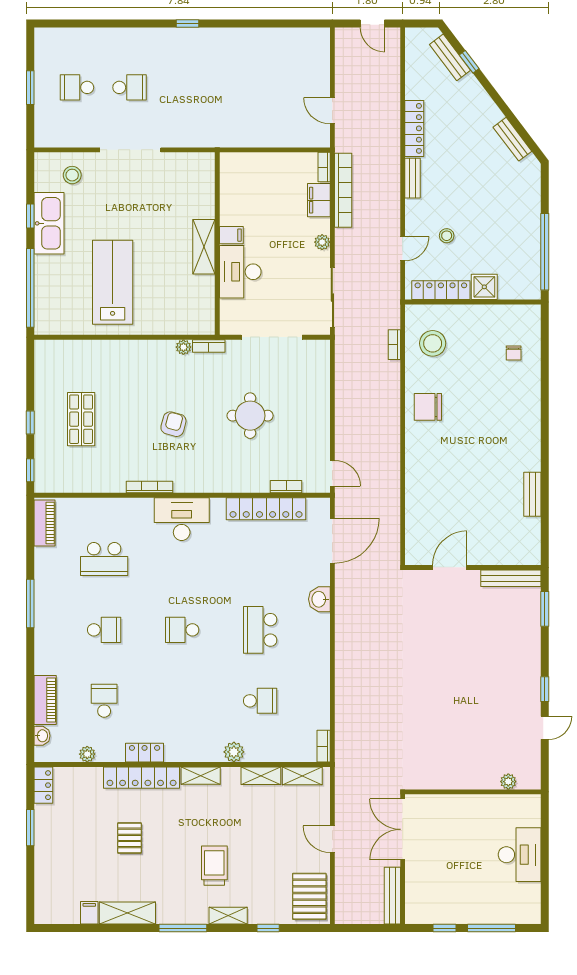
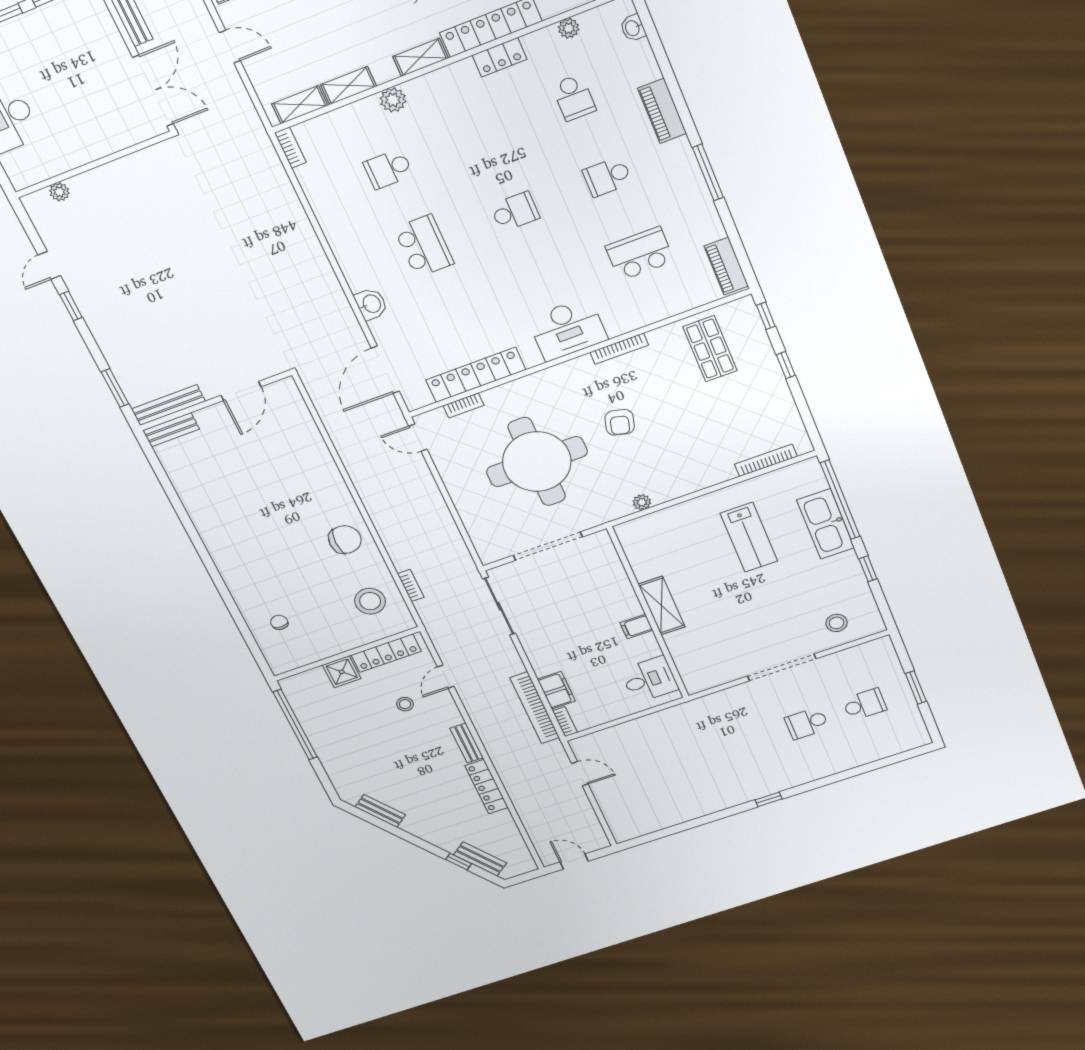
kitchen sink: (49, 223) -> (826, 524), moved
plant: (322, 242) -> (535, 653), removed
desk: (240, 272) -> (649, 680), moved, width x0.73
lab bench: (113, 282) -> (749, 537), width x0.73, depth x0.72
bookcase: (209, 346) -> (766, 460), moved, width x1.56
round table: (250, 416) -> (537, 462), width x1.86, depth x1.86
shop shelf: (81, 419) -> (710, 349), moved
bench: (532, 494) -> (171, 430), moved, turned 90
piano: (45, 700) -> (662, 111), moved

